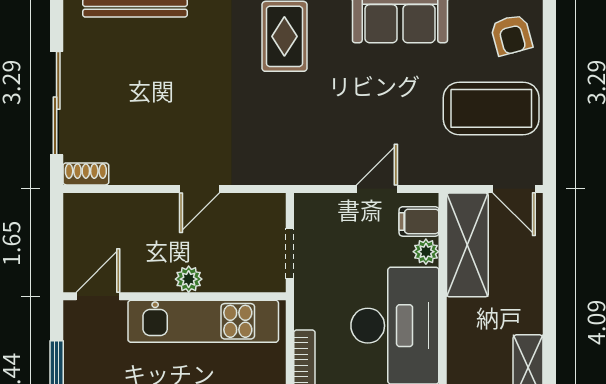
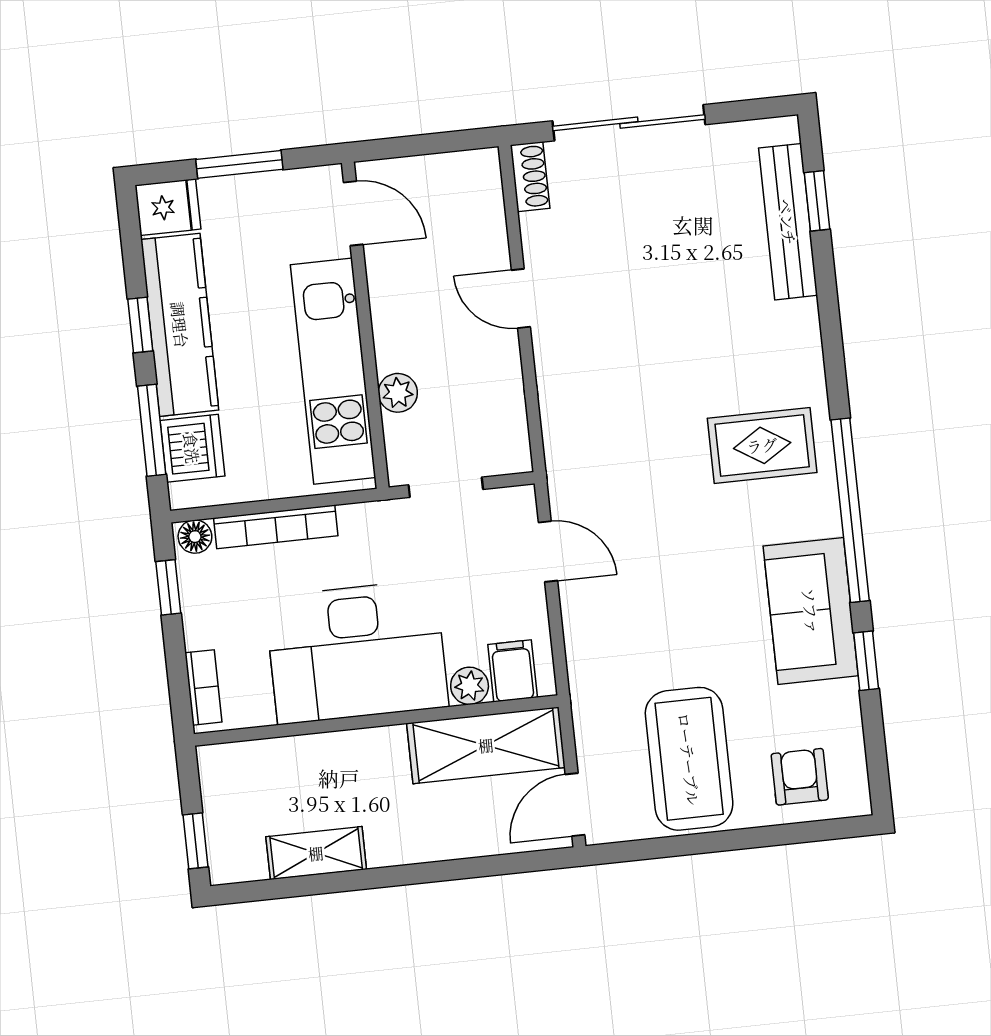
armchair: (511, 35) -> (800, 777), turned 105
door: (199, 189) -> (521, 299), moved
door: (377, 189) -> (548, 552), moved
plant: (189, 279) -> (398, 393), moved

